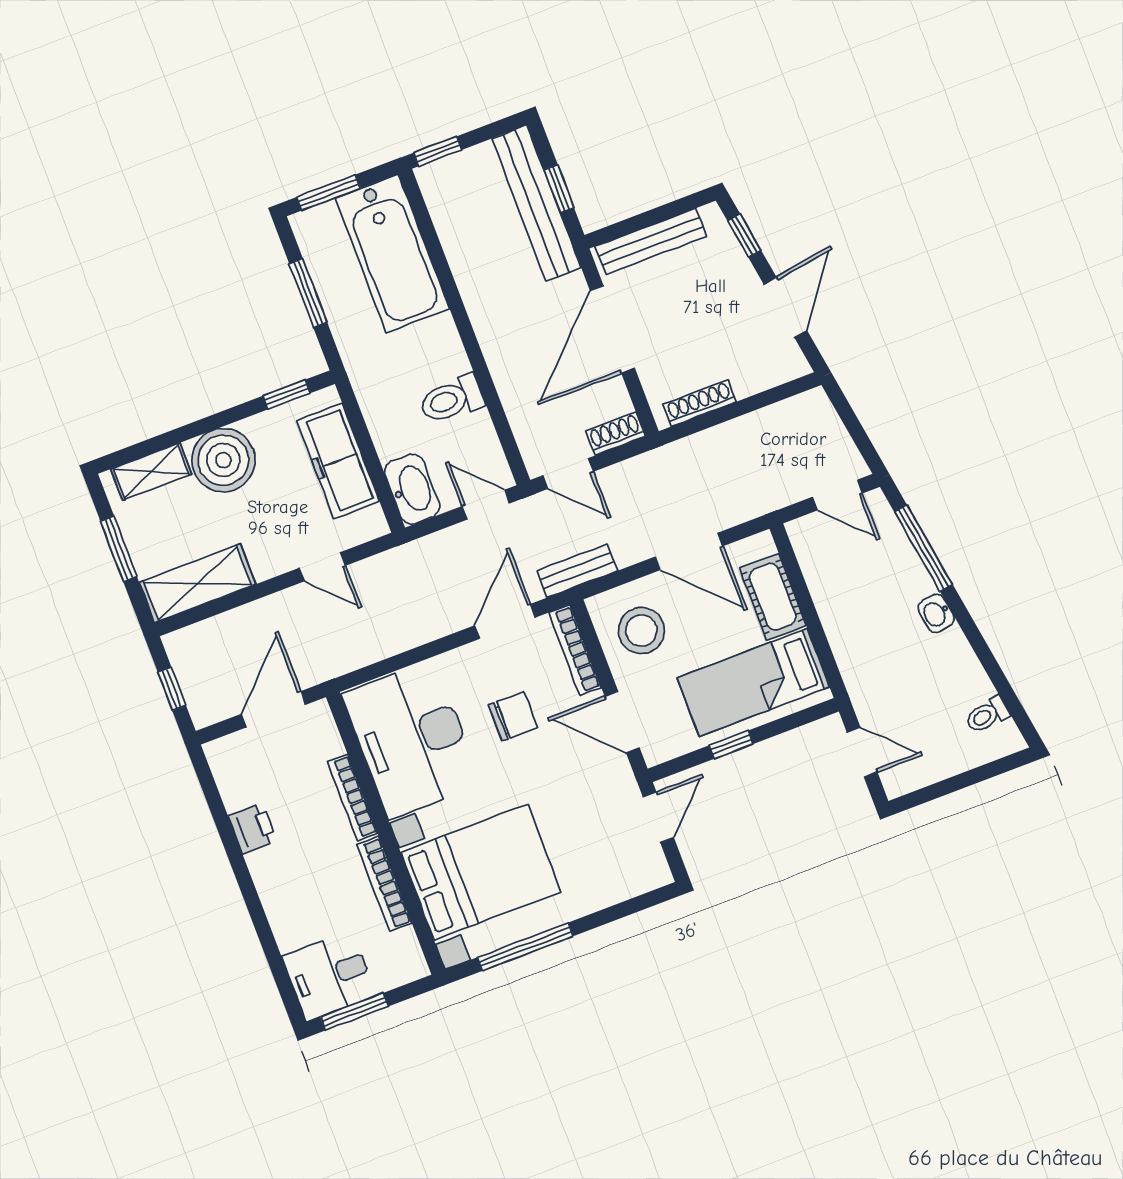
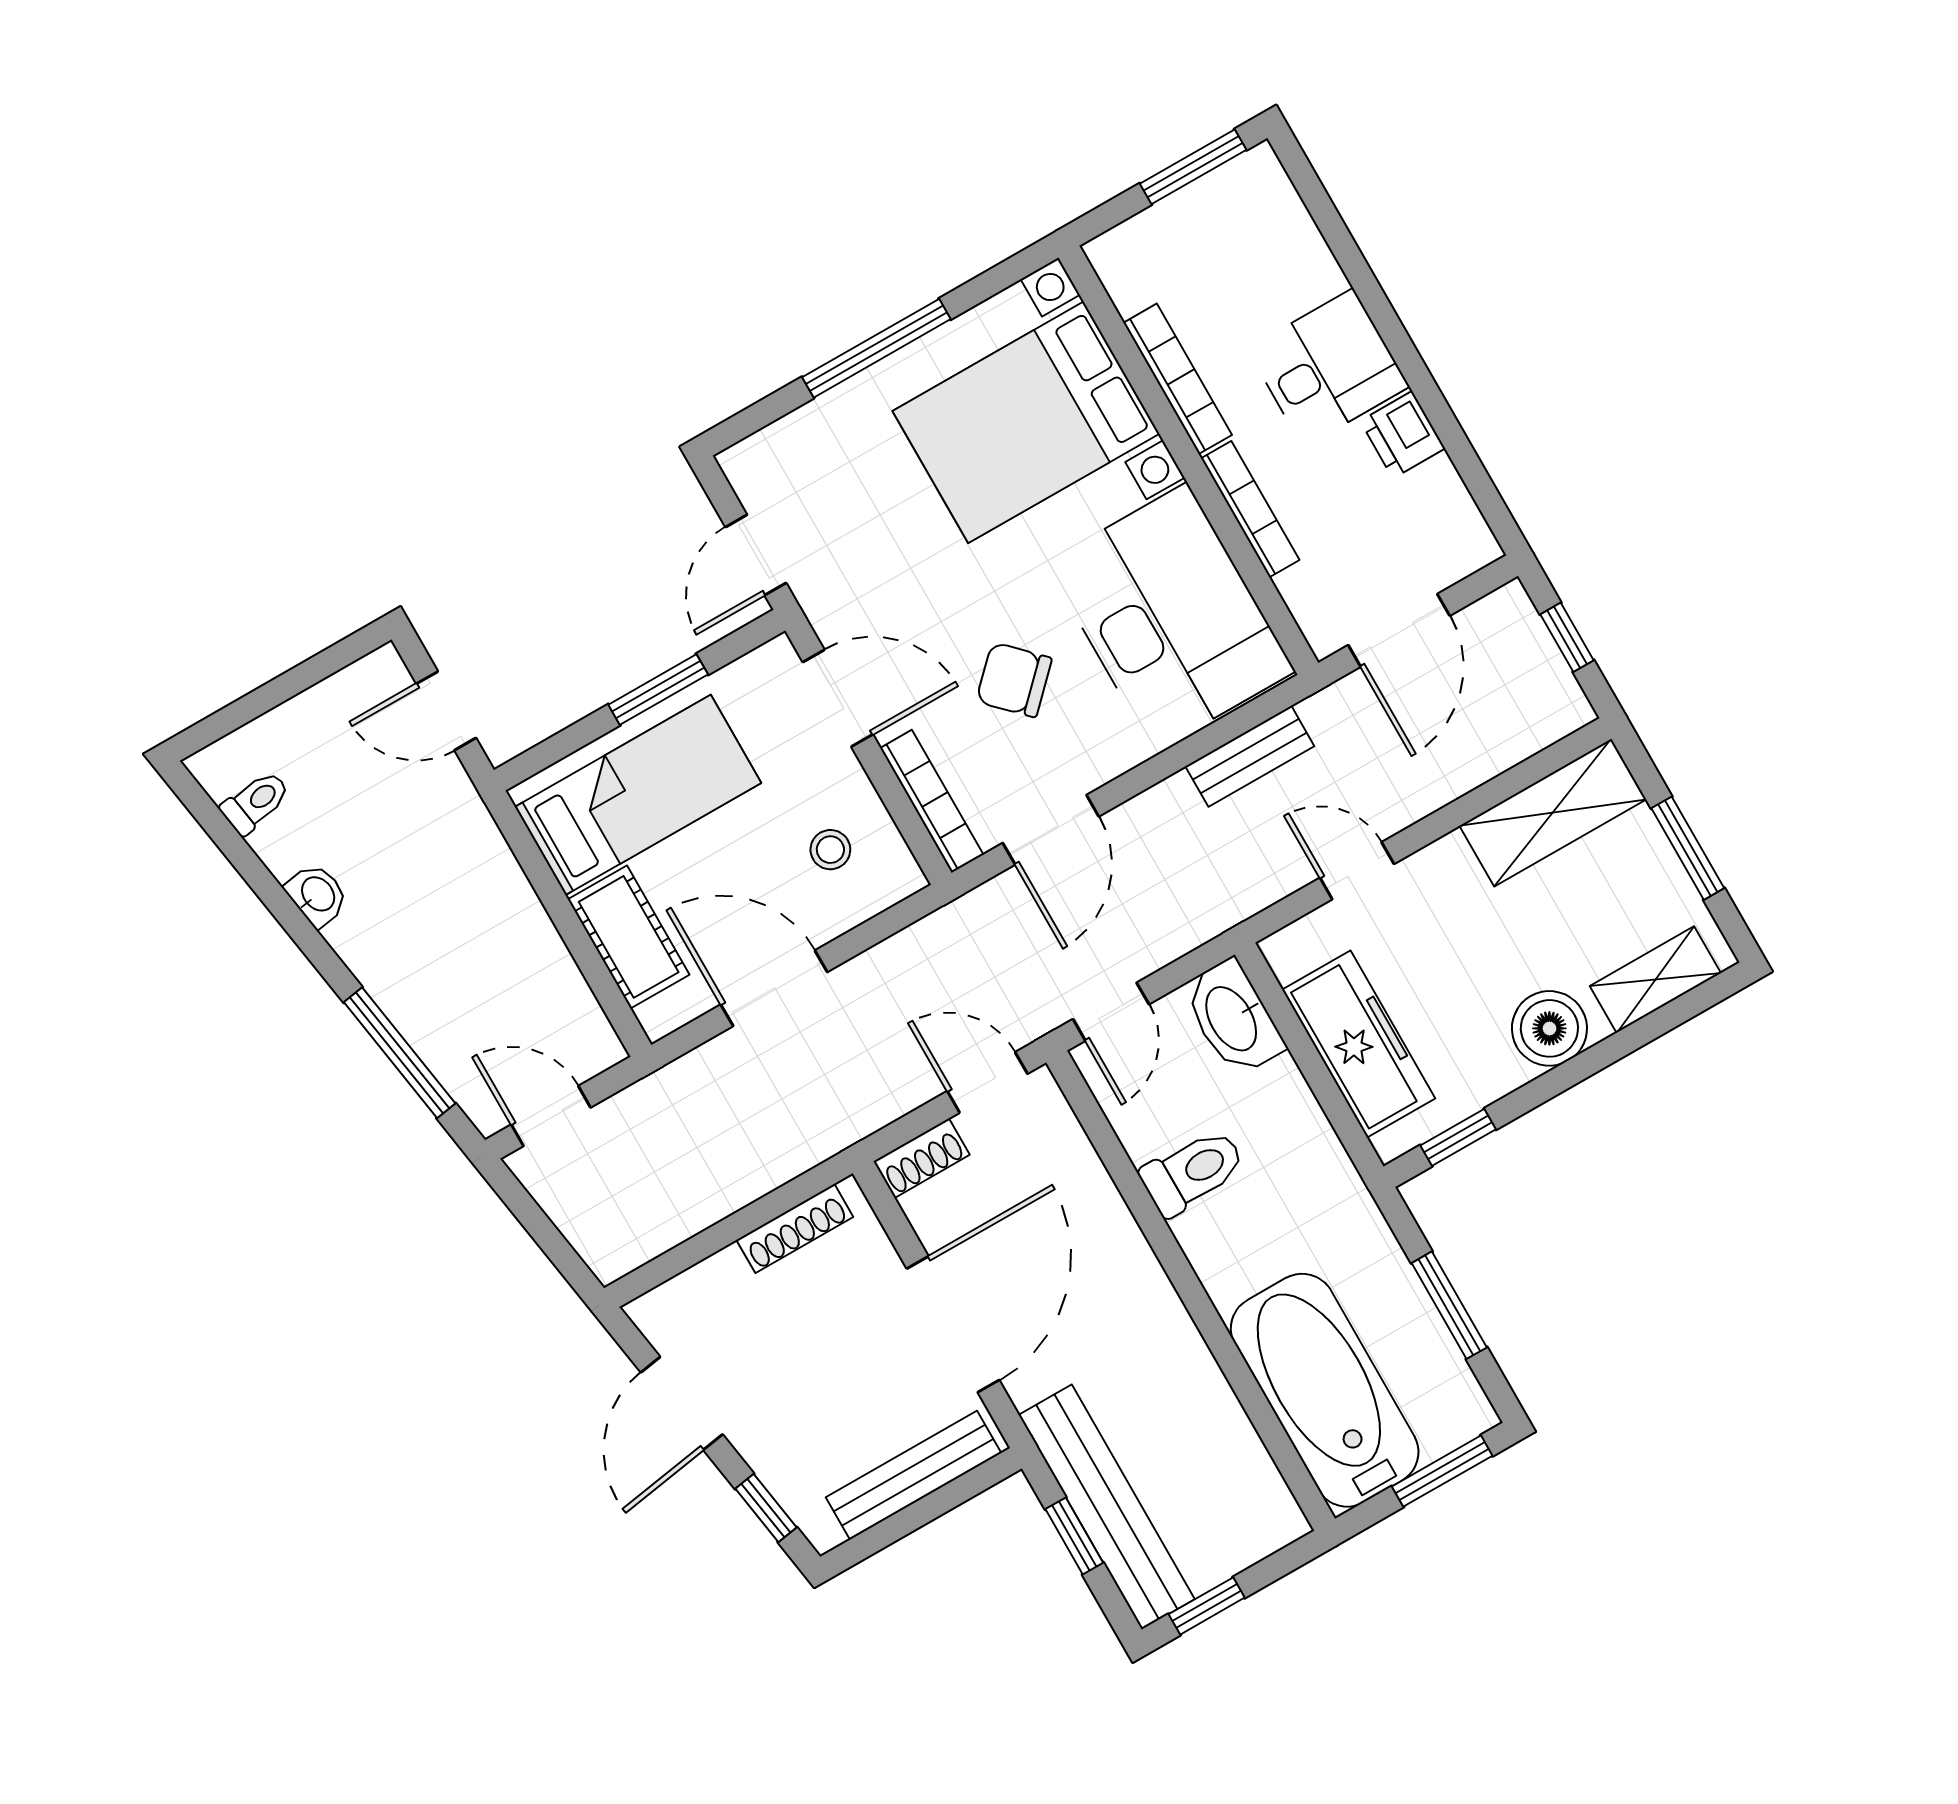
window: (438, 151) -> (1207, 1606), moved
boiler: (223, 460) -> (1549, 1028), width x0.73, depth x0.73
door: (486, 505) -> (1111, 1012), hinge flipped
bench: (577, 571) -> (1250, 756), moved
washbasin: (936, 613) -> (317, 895), moved
stool: (641, 631) -> (830, 850), width x0.53, depth x0.53
chair: (513, 716) -> (1014, 680), turned 45
window: (731, 745) -> (658, 690), width x1.50
window: (525, 947) -> (876, 348), moved
desk: (329, 976) -> (1328, 368), moved

